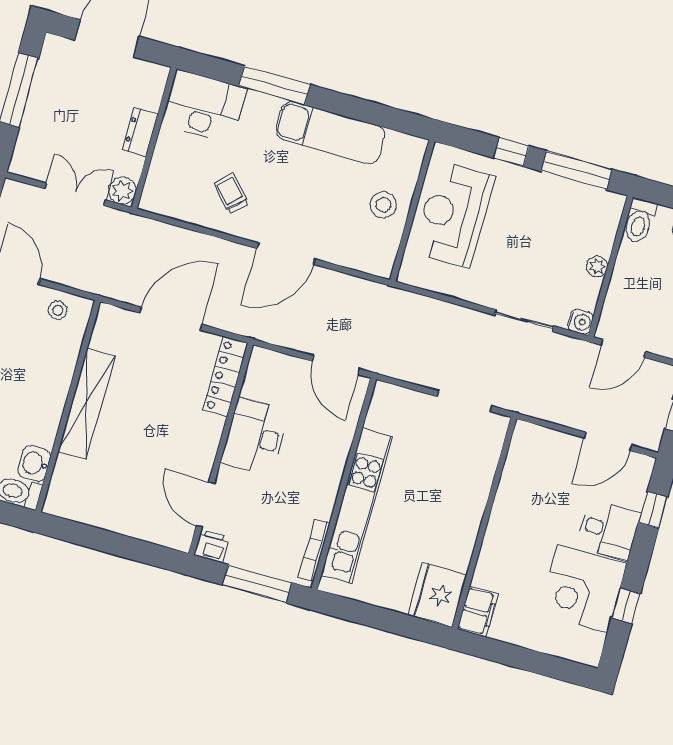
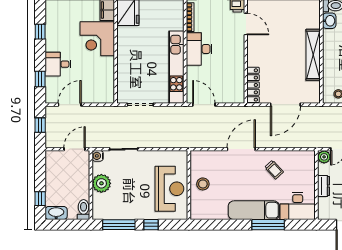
exam couch: (330, 133) -> (254, 210), moved
plant: (597, 266) -> (101, 183), width x1.88, depth x1.88
desk: (255, 437) -> (199, 49), moved, turned 180
kitchen unit: (357, 506) -> (176, 67), moved
corner desk: (583, 588) -> (97, 39), moved, turned 180

